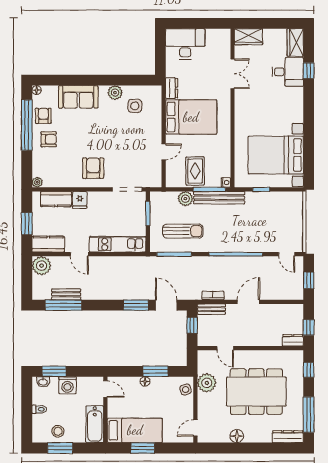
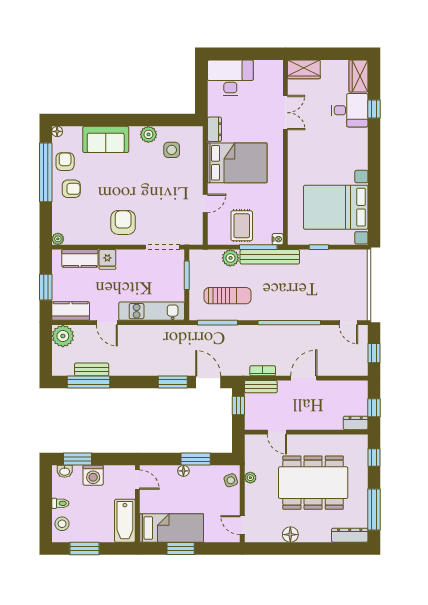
plant: (207, 383) -> (250, 478), width x0.53, depth x0.53
door: (195, 428) -> (242, 525), hinge flipped
stool: (58, 431) -> (62, 524), moved

